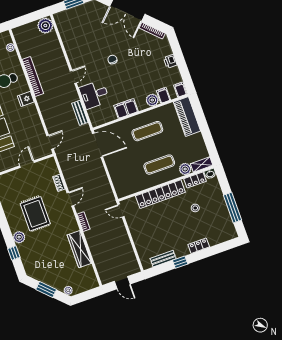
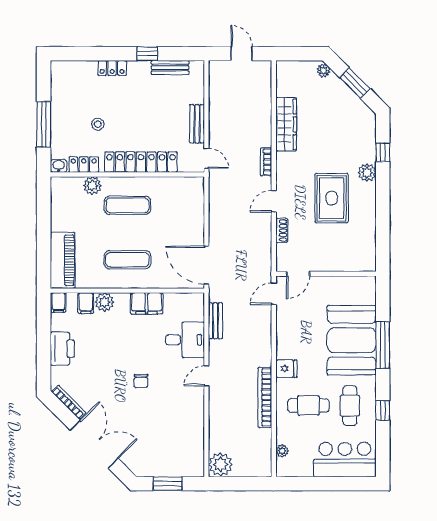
printer: (170, 61) -> (62, 349), width x1.87, depth x1.48
door: (27, 164) -> (298, 274), moved
shelving: (202, 164) -> (66, 184), removed
window: (233, 208) -> (44, 124), moved
bench: (134, 230) -> (197, 124), added

